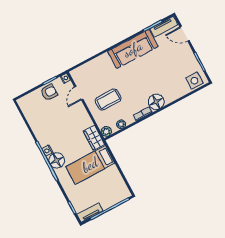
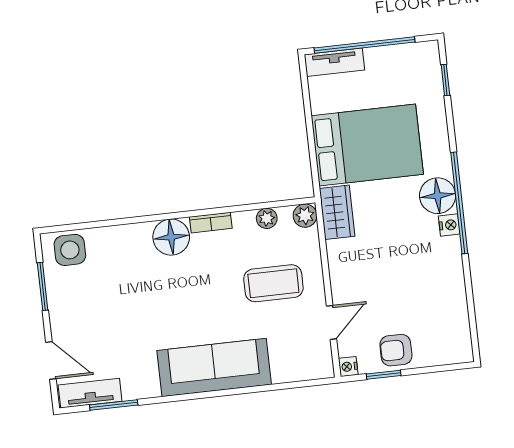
sofa: (133, 49) -> (214, 367), moved
bed: (90, 165) -> (367, 145), width x1.50
tv unit: (90, 213) -> (334, 62), moved

